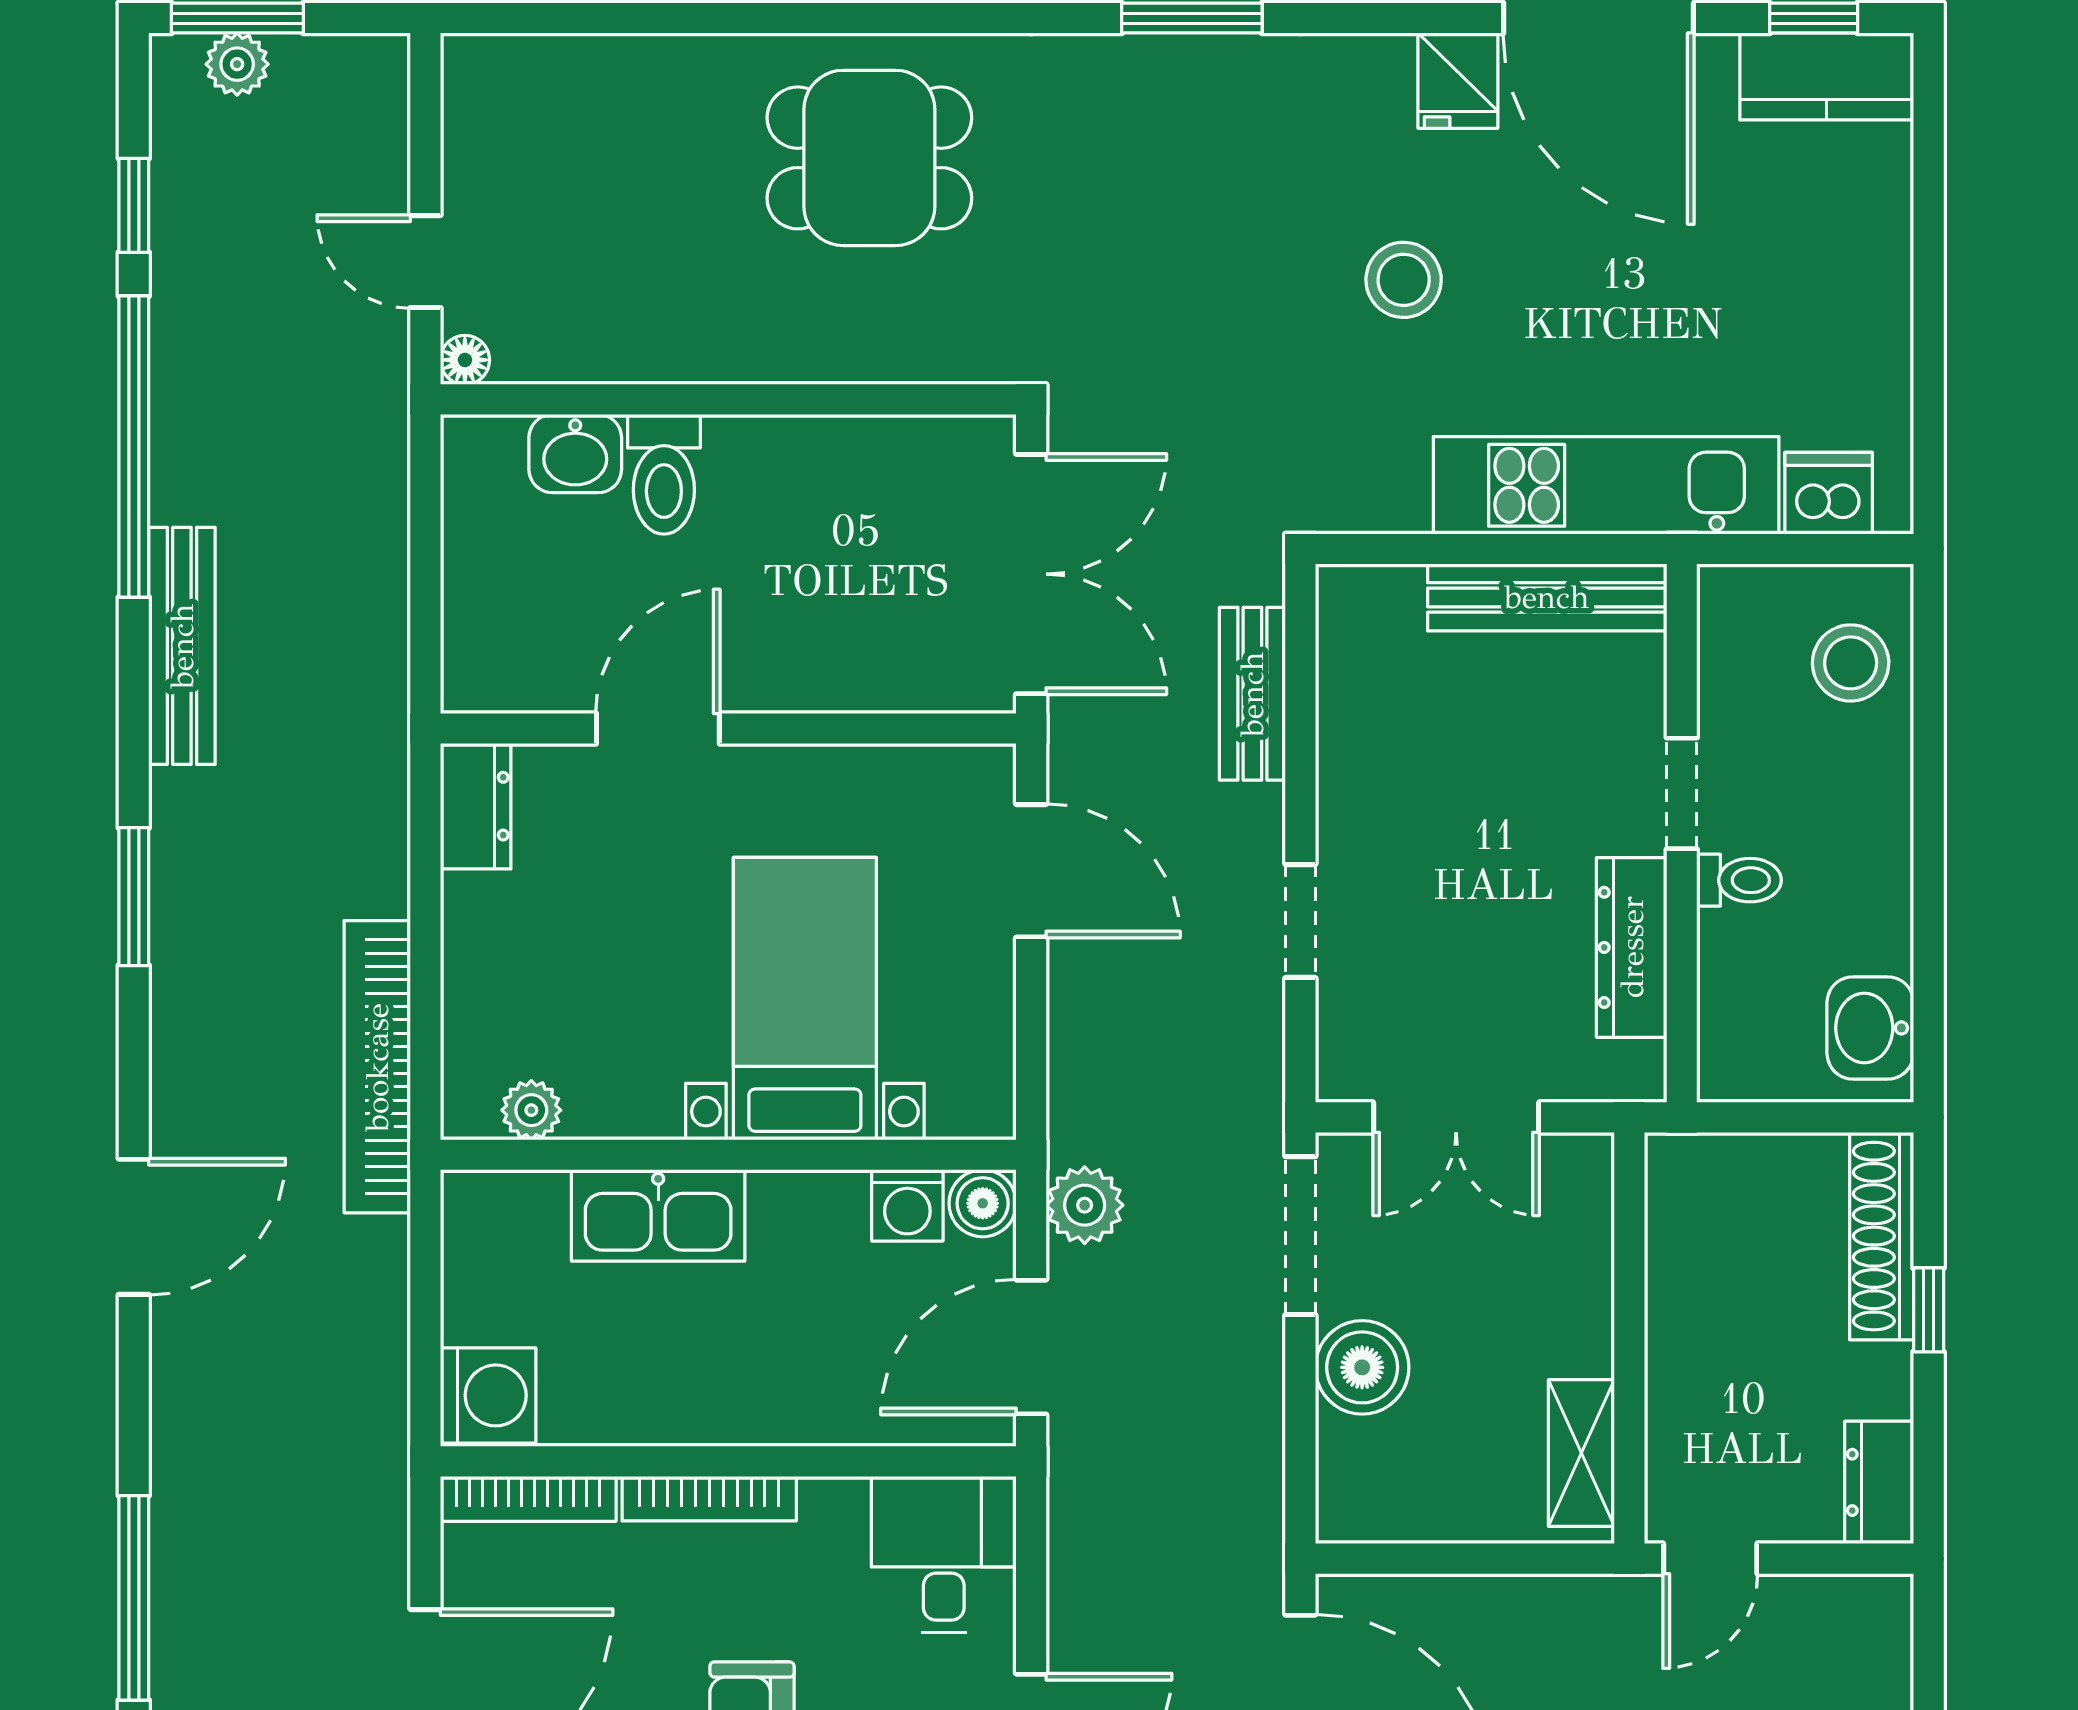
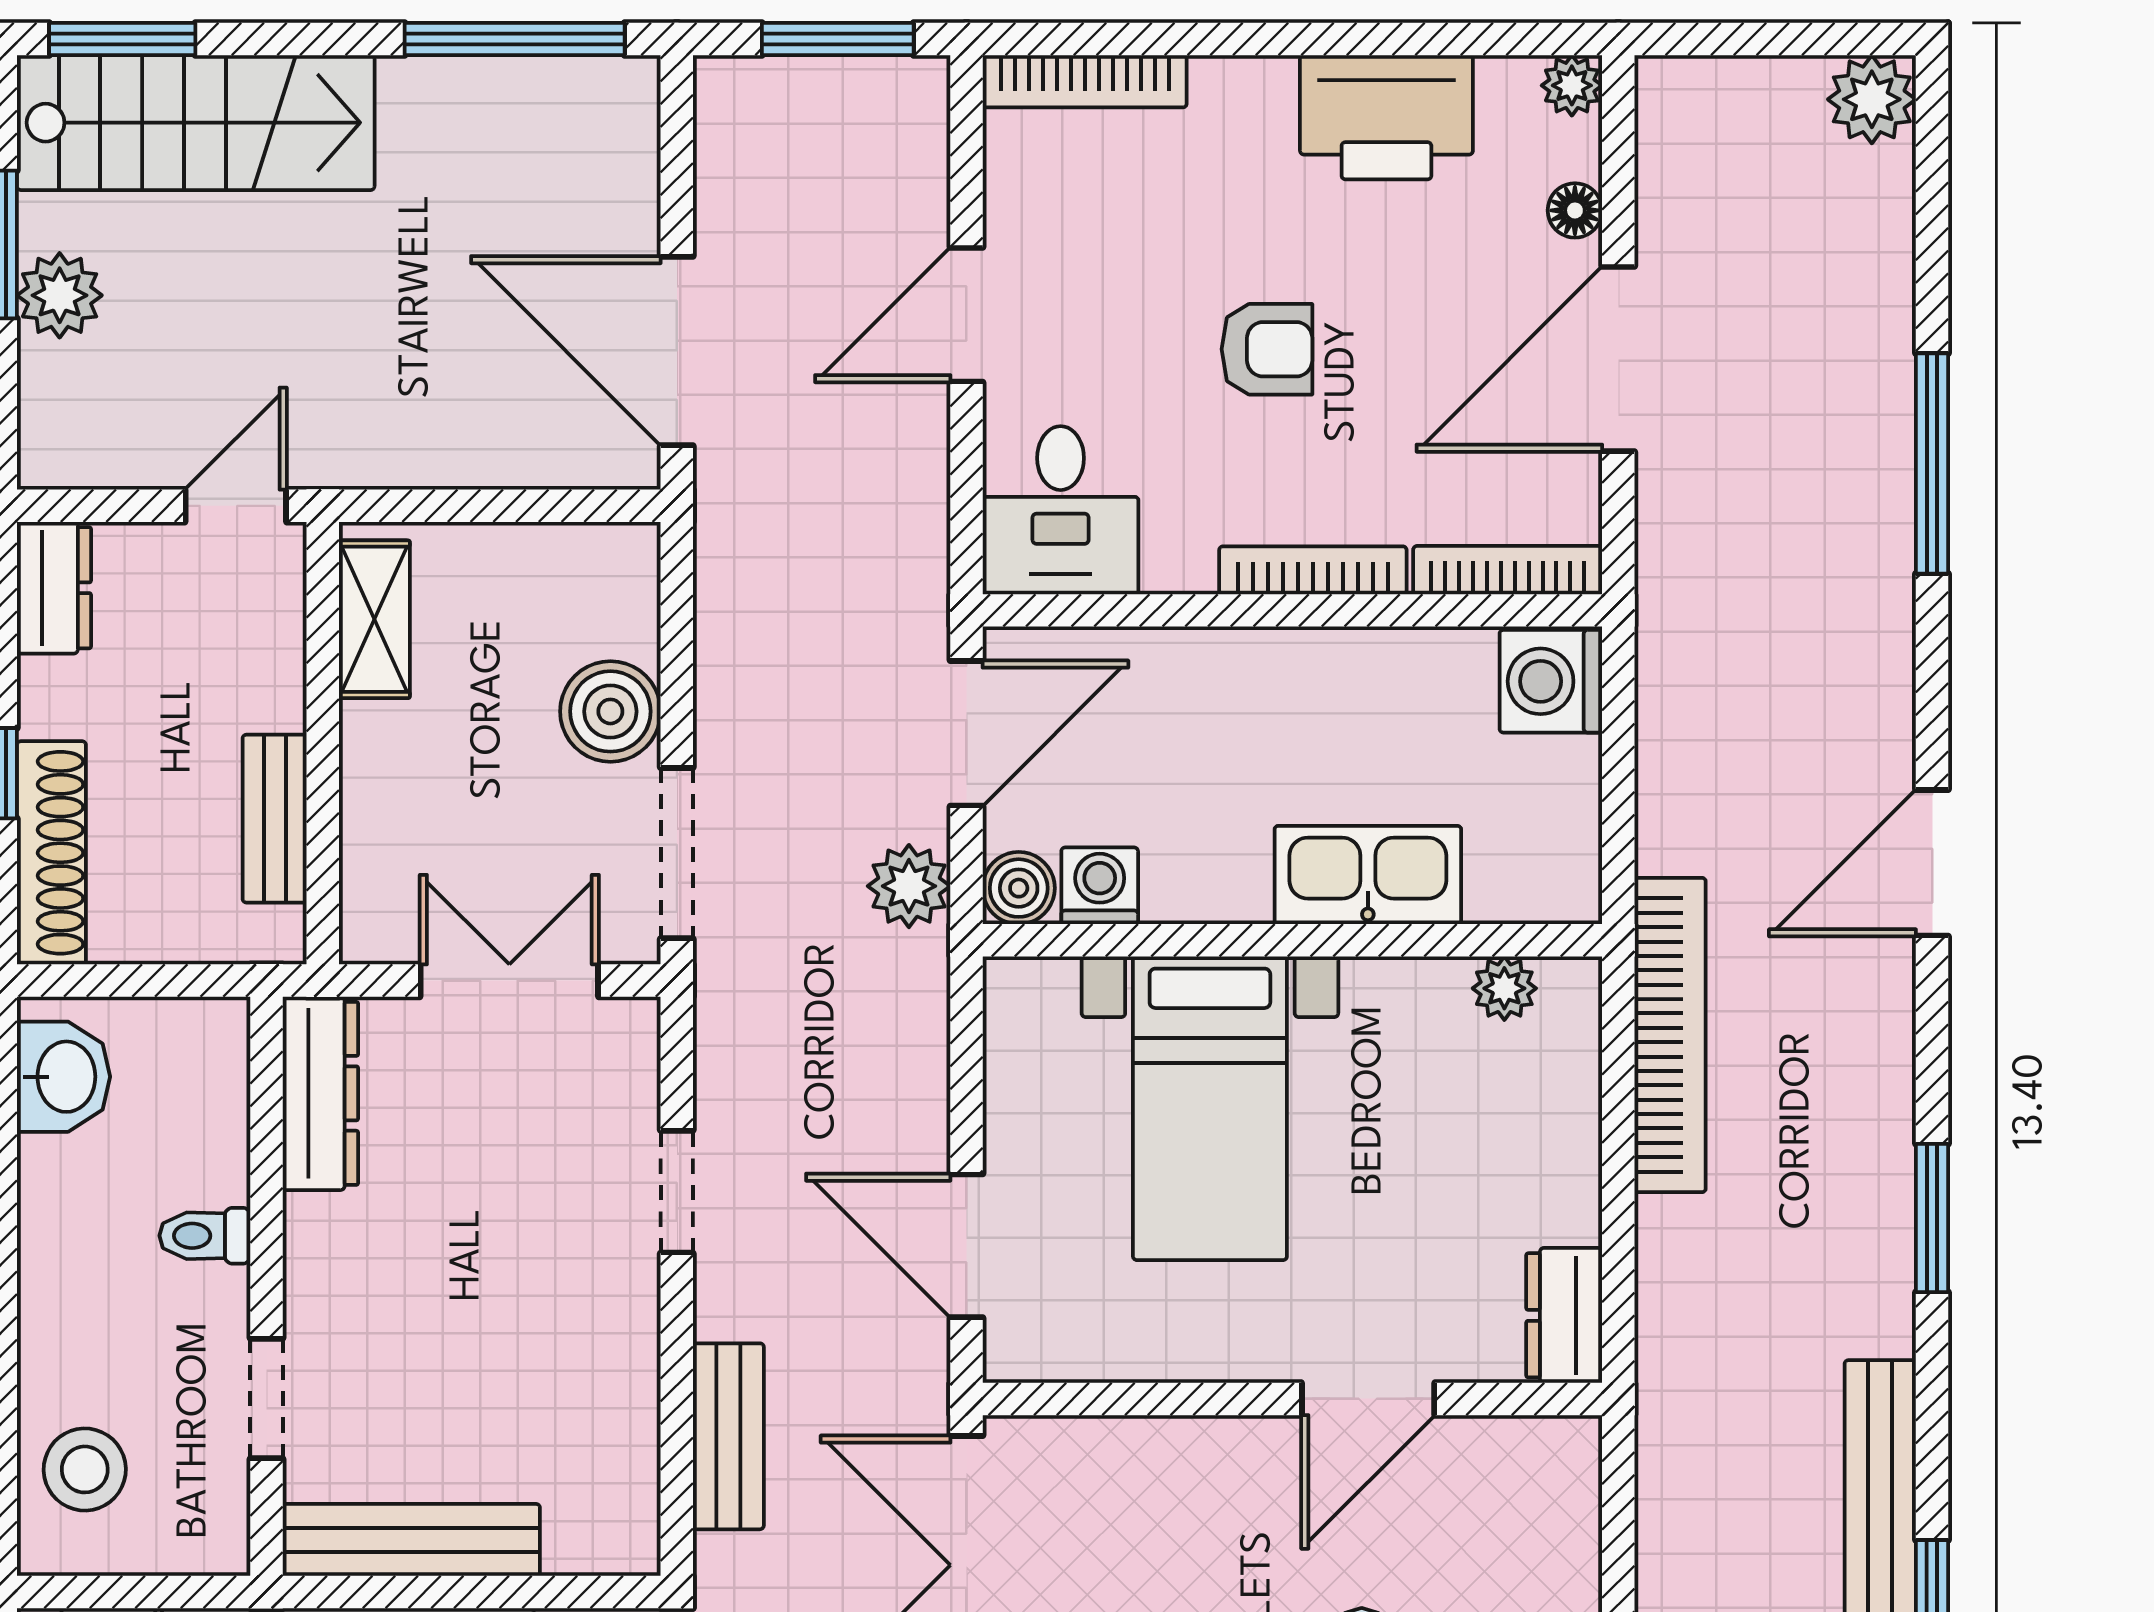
doorway: (1682, 793) -> (266, 1399), moved
dresser: (1632, 947) -> (320, 1093), moved
bench: (1674, 1268) -> (275, 819), added

